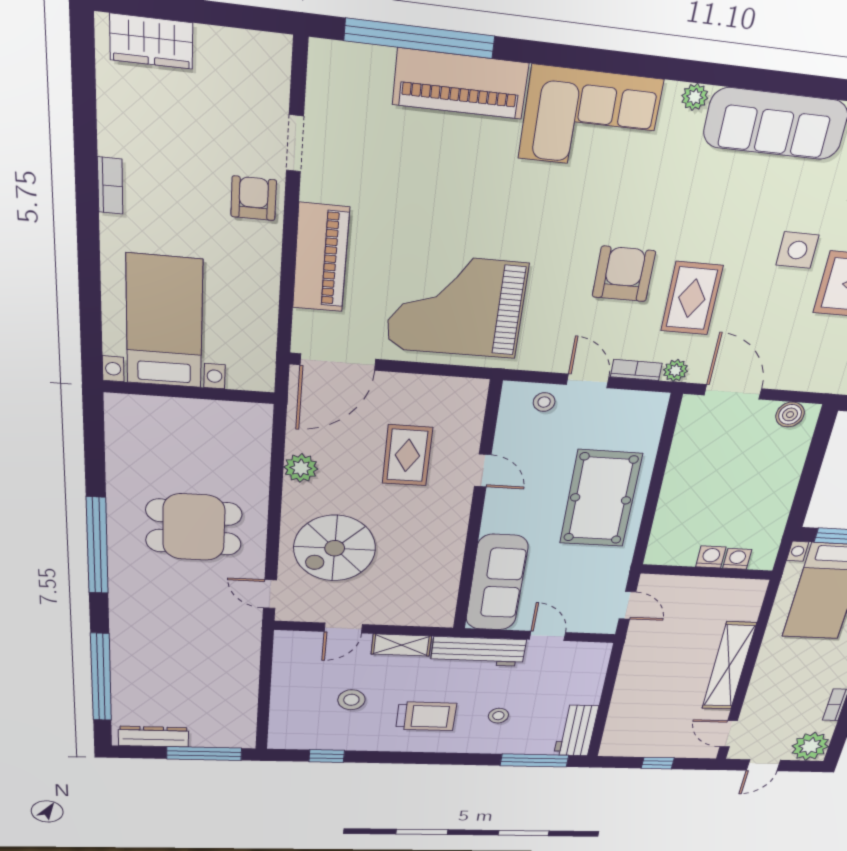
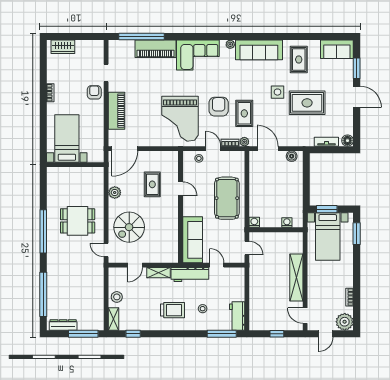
grand piano: (456, 306) -> (180, 119), moved, turned -90
washing machine: (711, 557) -> (254, 222), moved
stool: (351, 700) -> (117, 297), moved
shelving: (281, 729) -> (114, 319), added

